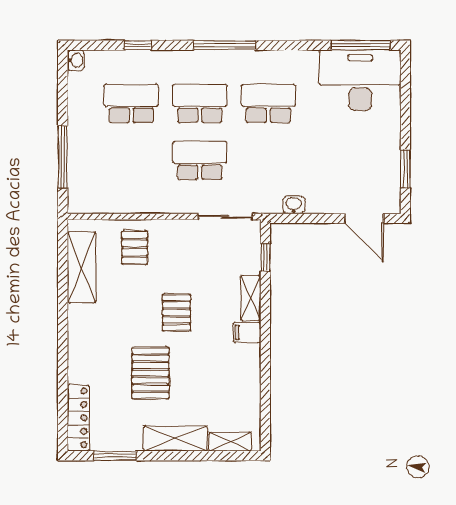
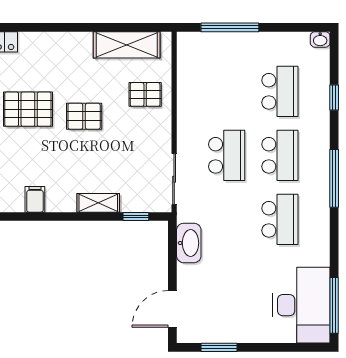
washbasin: (294, 205) -> (189, 243), width x1.91, depth x1.45
pallet: (177, 313) -> (84, 116), moved
filing cabinet: (247, 332) -> (35, 199), moved

